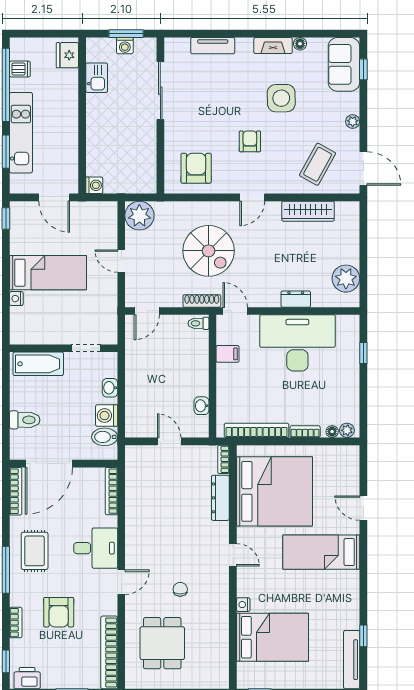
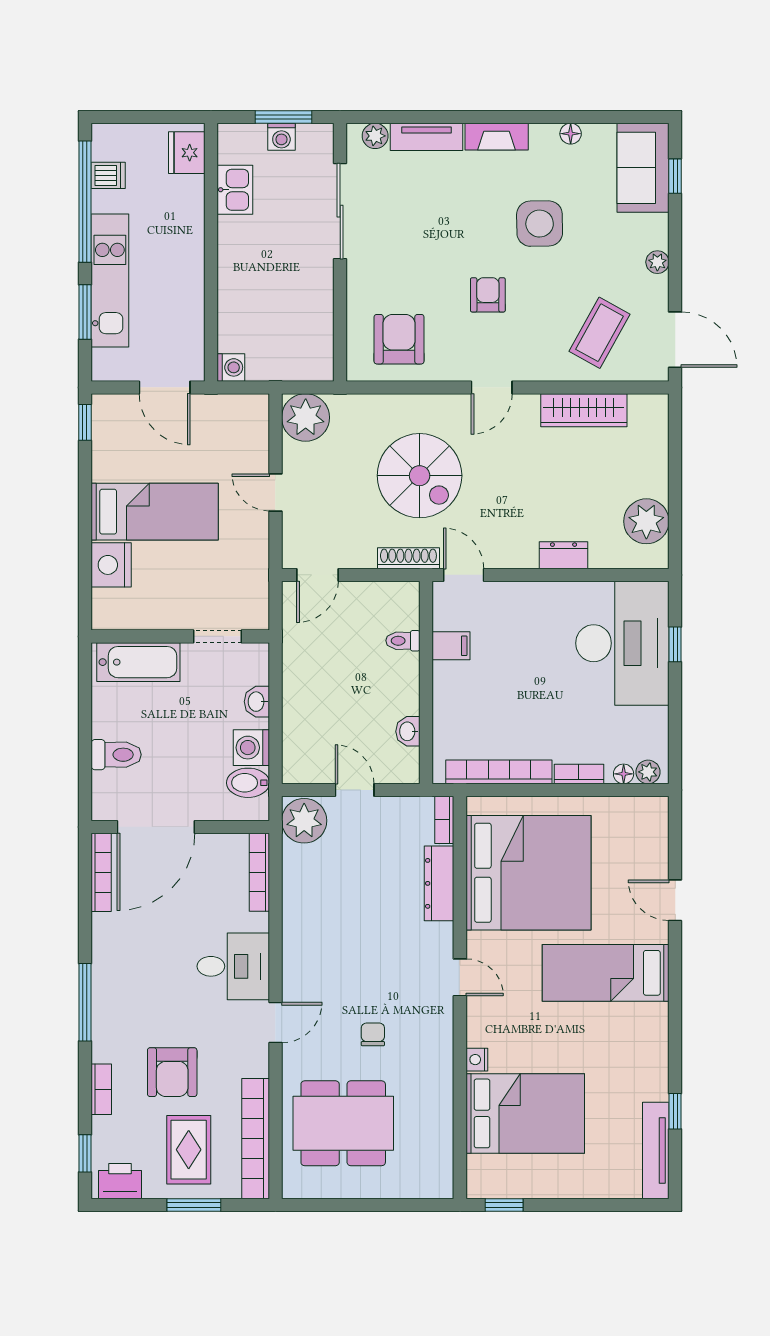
plant: (182, 45) -> (375, 136), added
fireplace: (273, 45) -> (497, 137), moved
nightstand: (16, 299) -> (111, 565), width x1.89, depth x1.79
toilet: (198, 323) -> (403, 641), moved
desk: (297, 343) -> (622, 643), moved, turned 90
plant: (139, 460) -> (304, 821), added
rug: (35, 551) -> (189, 1150), moved
dining table: (162, 643) -> (343, 1123), width x1.38

